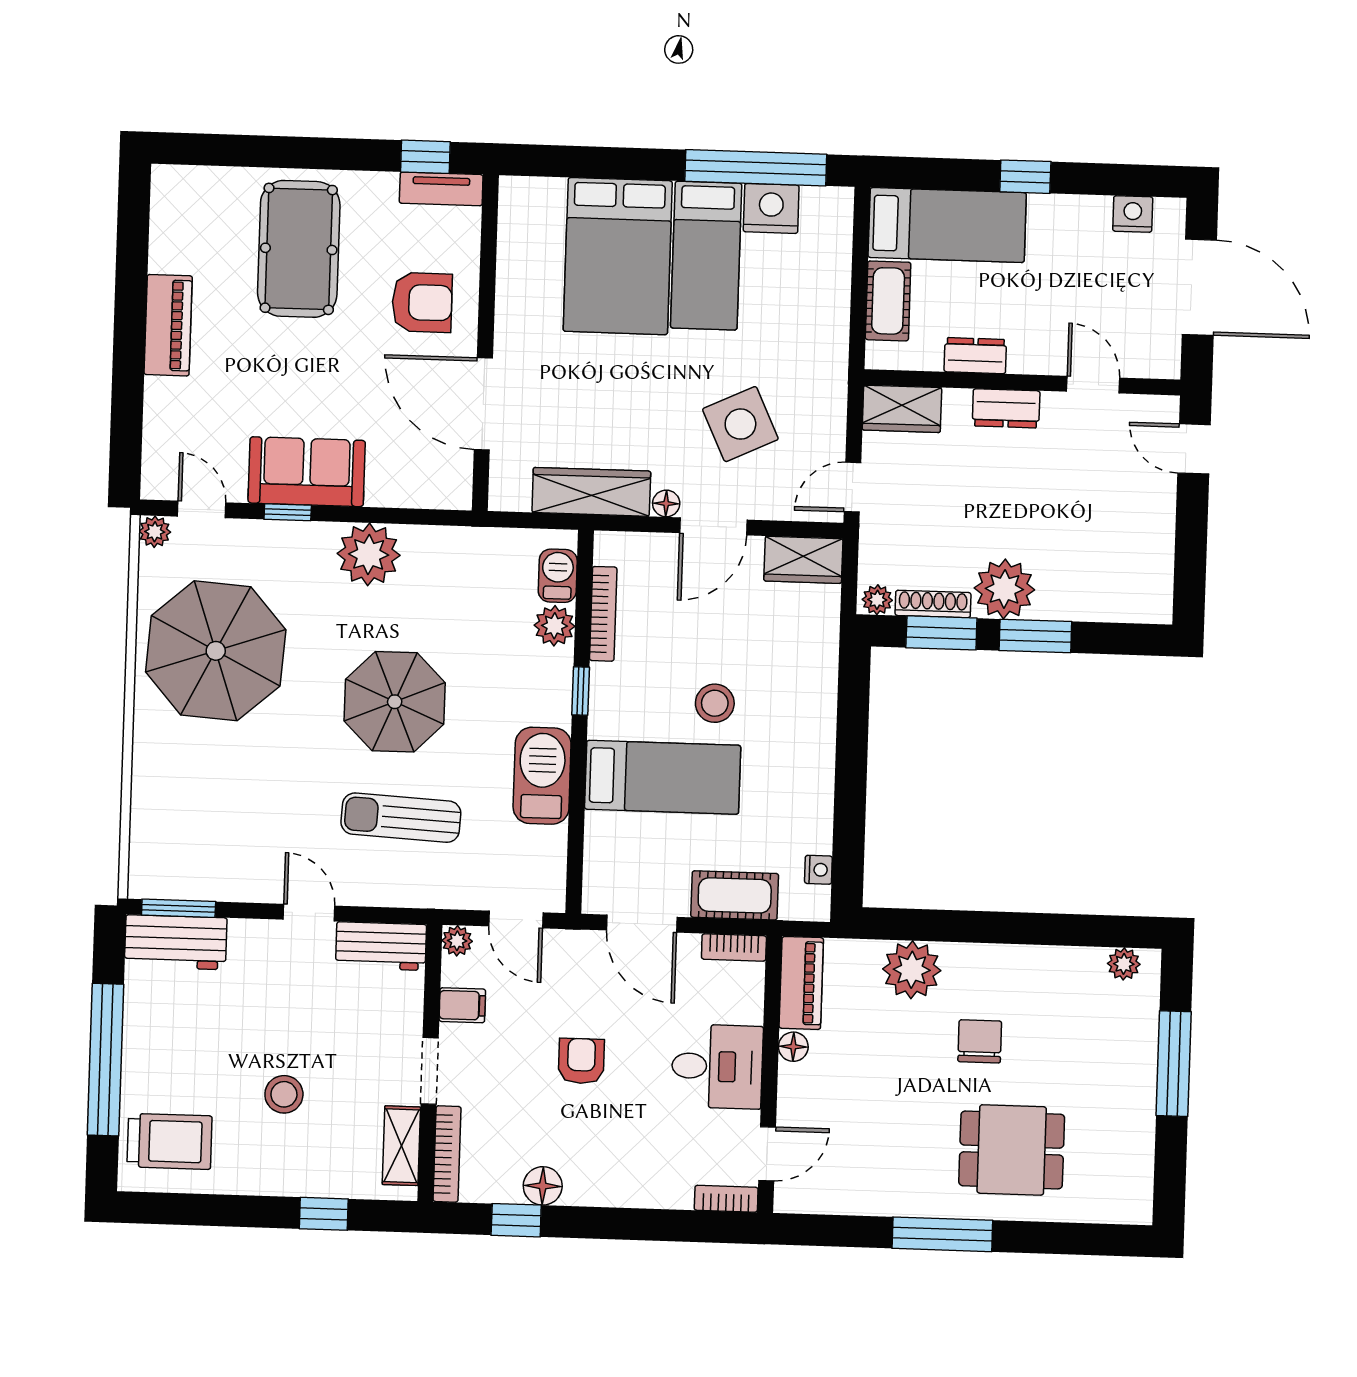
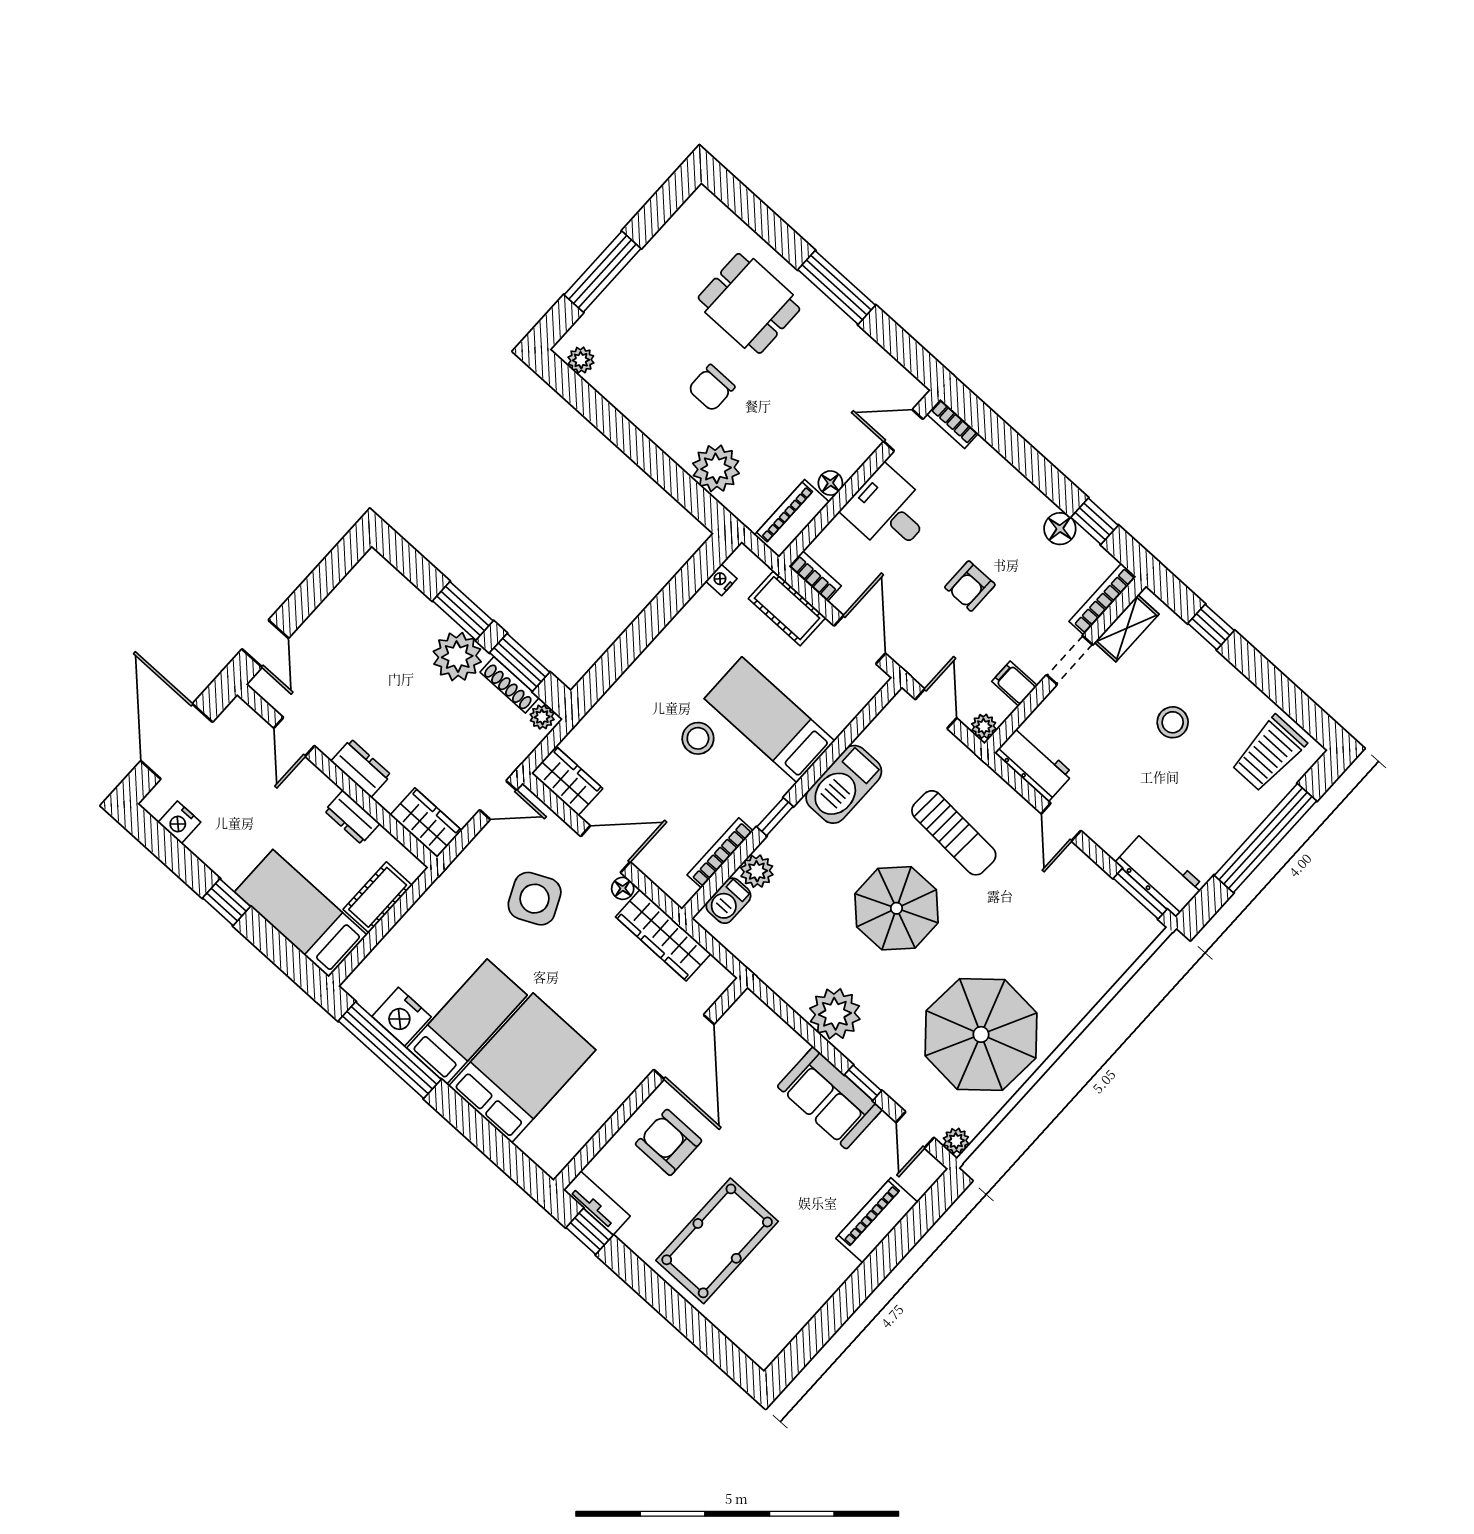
piano: (168, 325) -> (877, 1220), moved
trolley: (170, 1141) -> (1269, 753), turned -90

